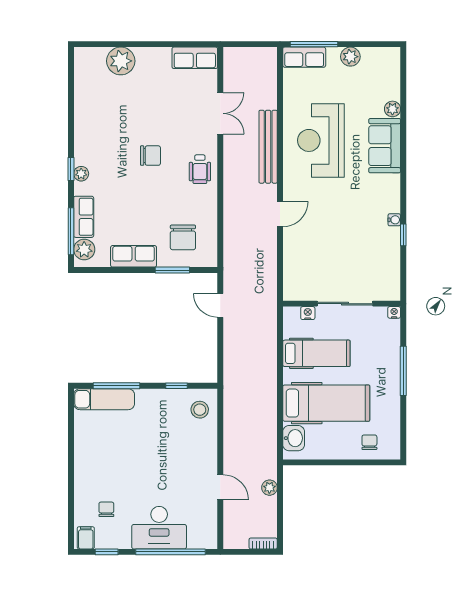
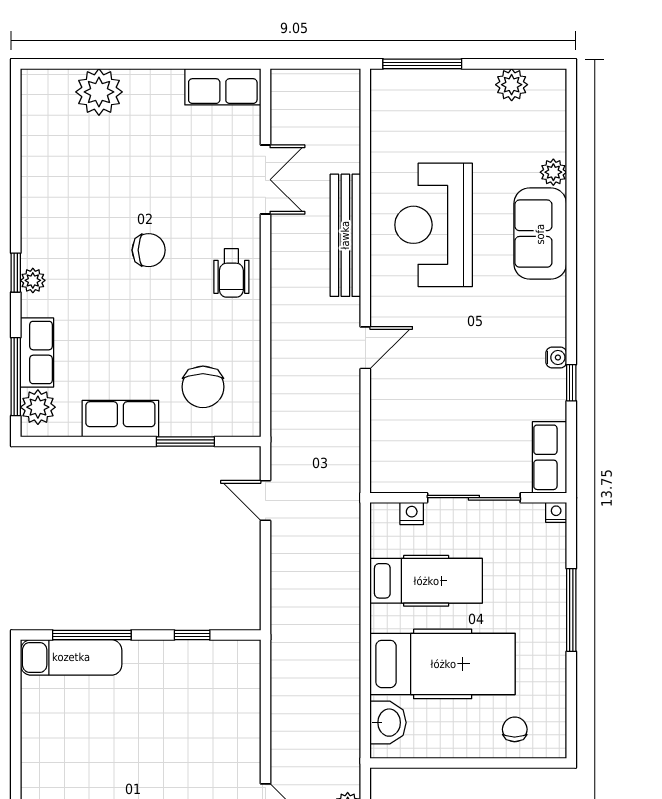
row of seats: (304, 57) -> (550, 457), moved, turned 90
plant: (350, 57) -> (512, 85), moved
stool: (200, 410) -> (231, 675), removed

